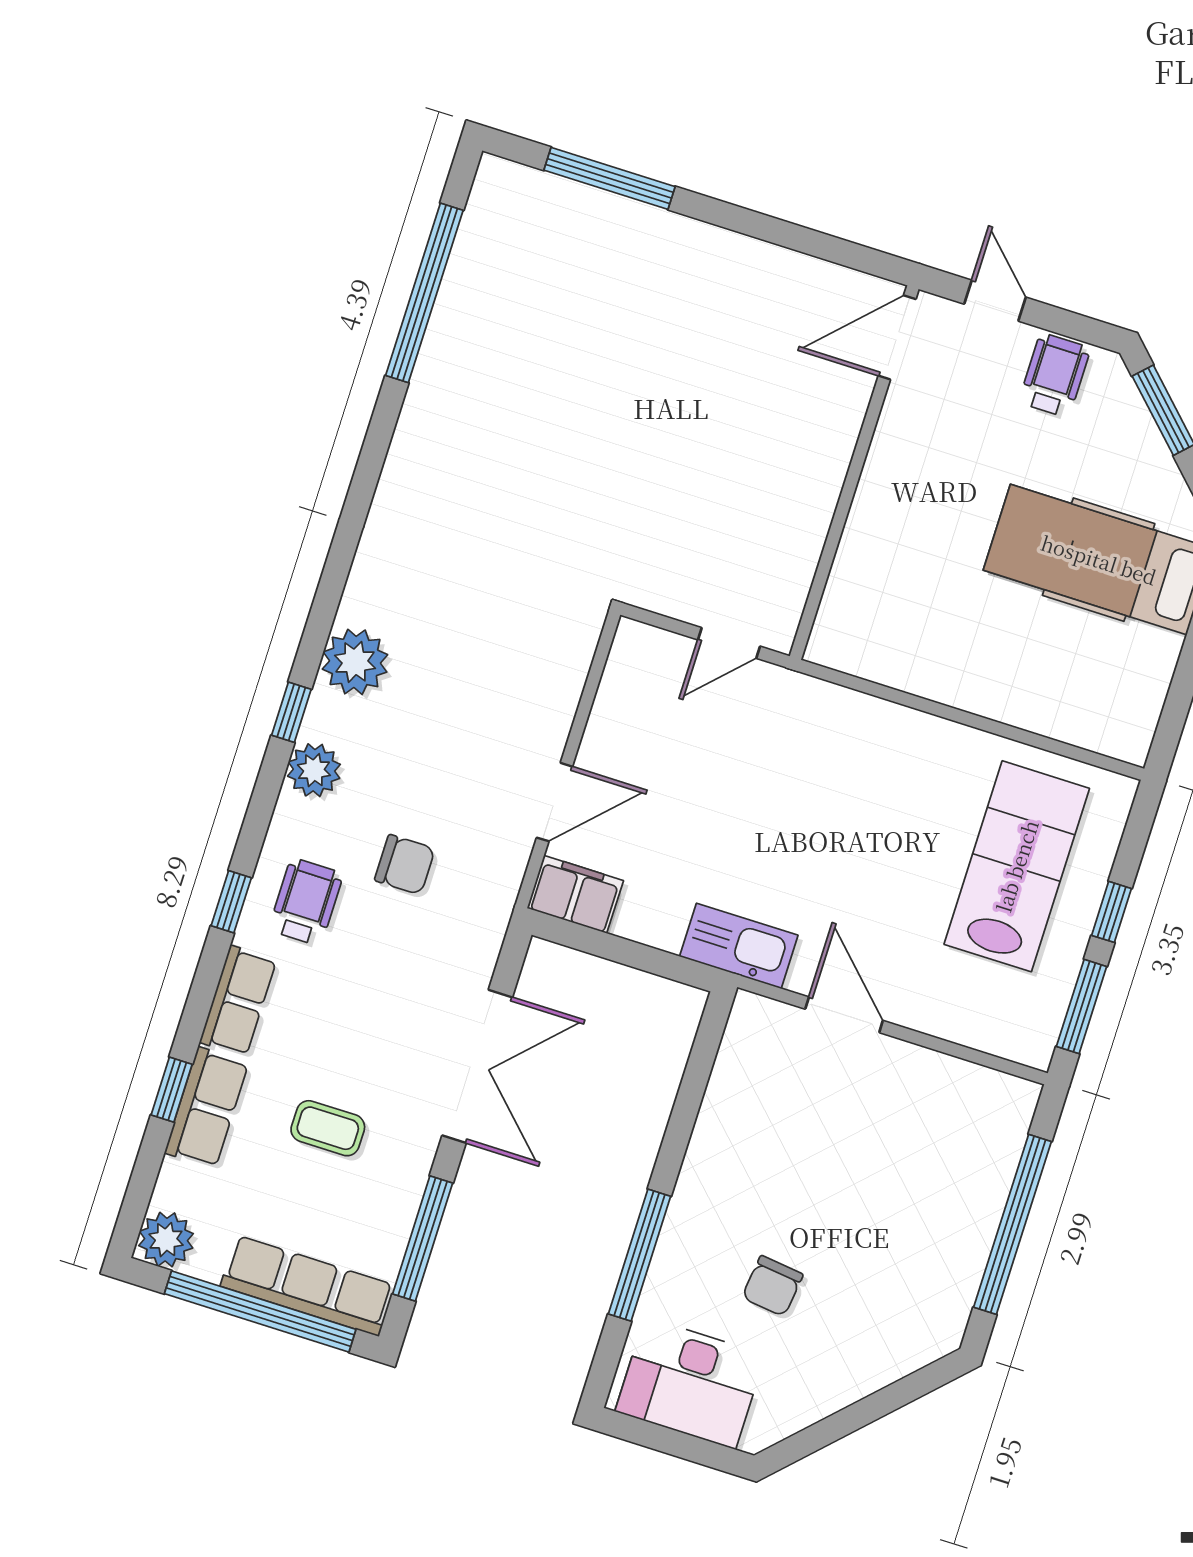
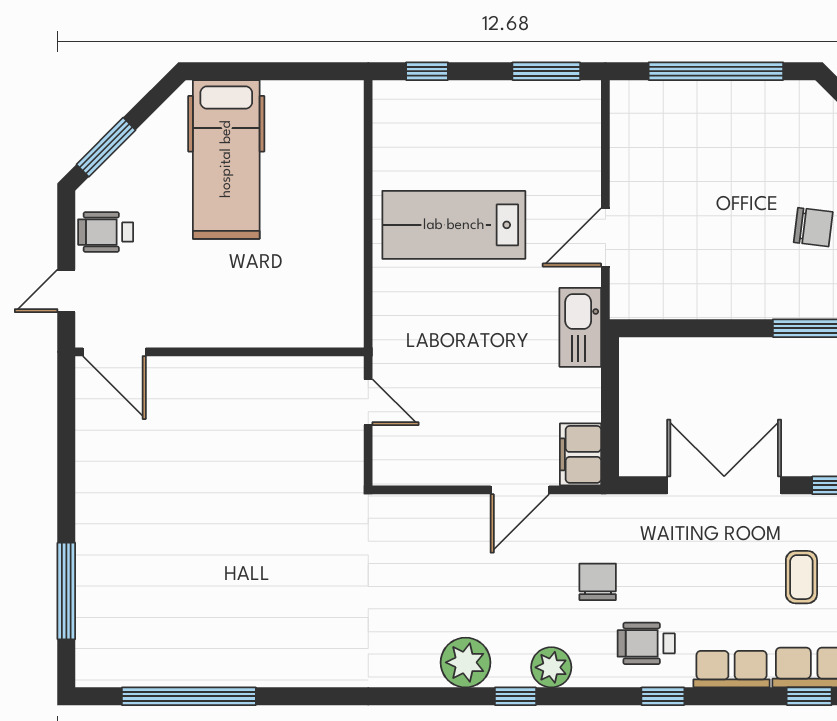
door: (555, 802) -> (520, 490), swing flipped
lab bench: (1017, 866) -> (454, 225), moved
window: (1112, 912) -> (427, 71), moved

